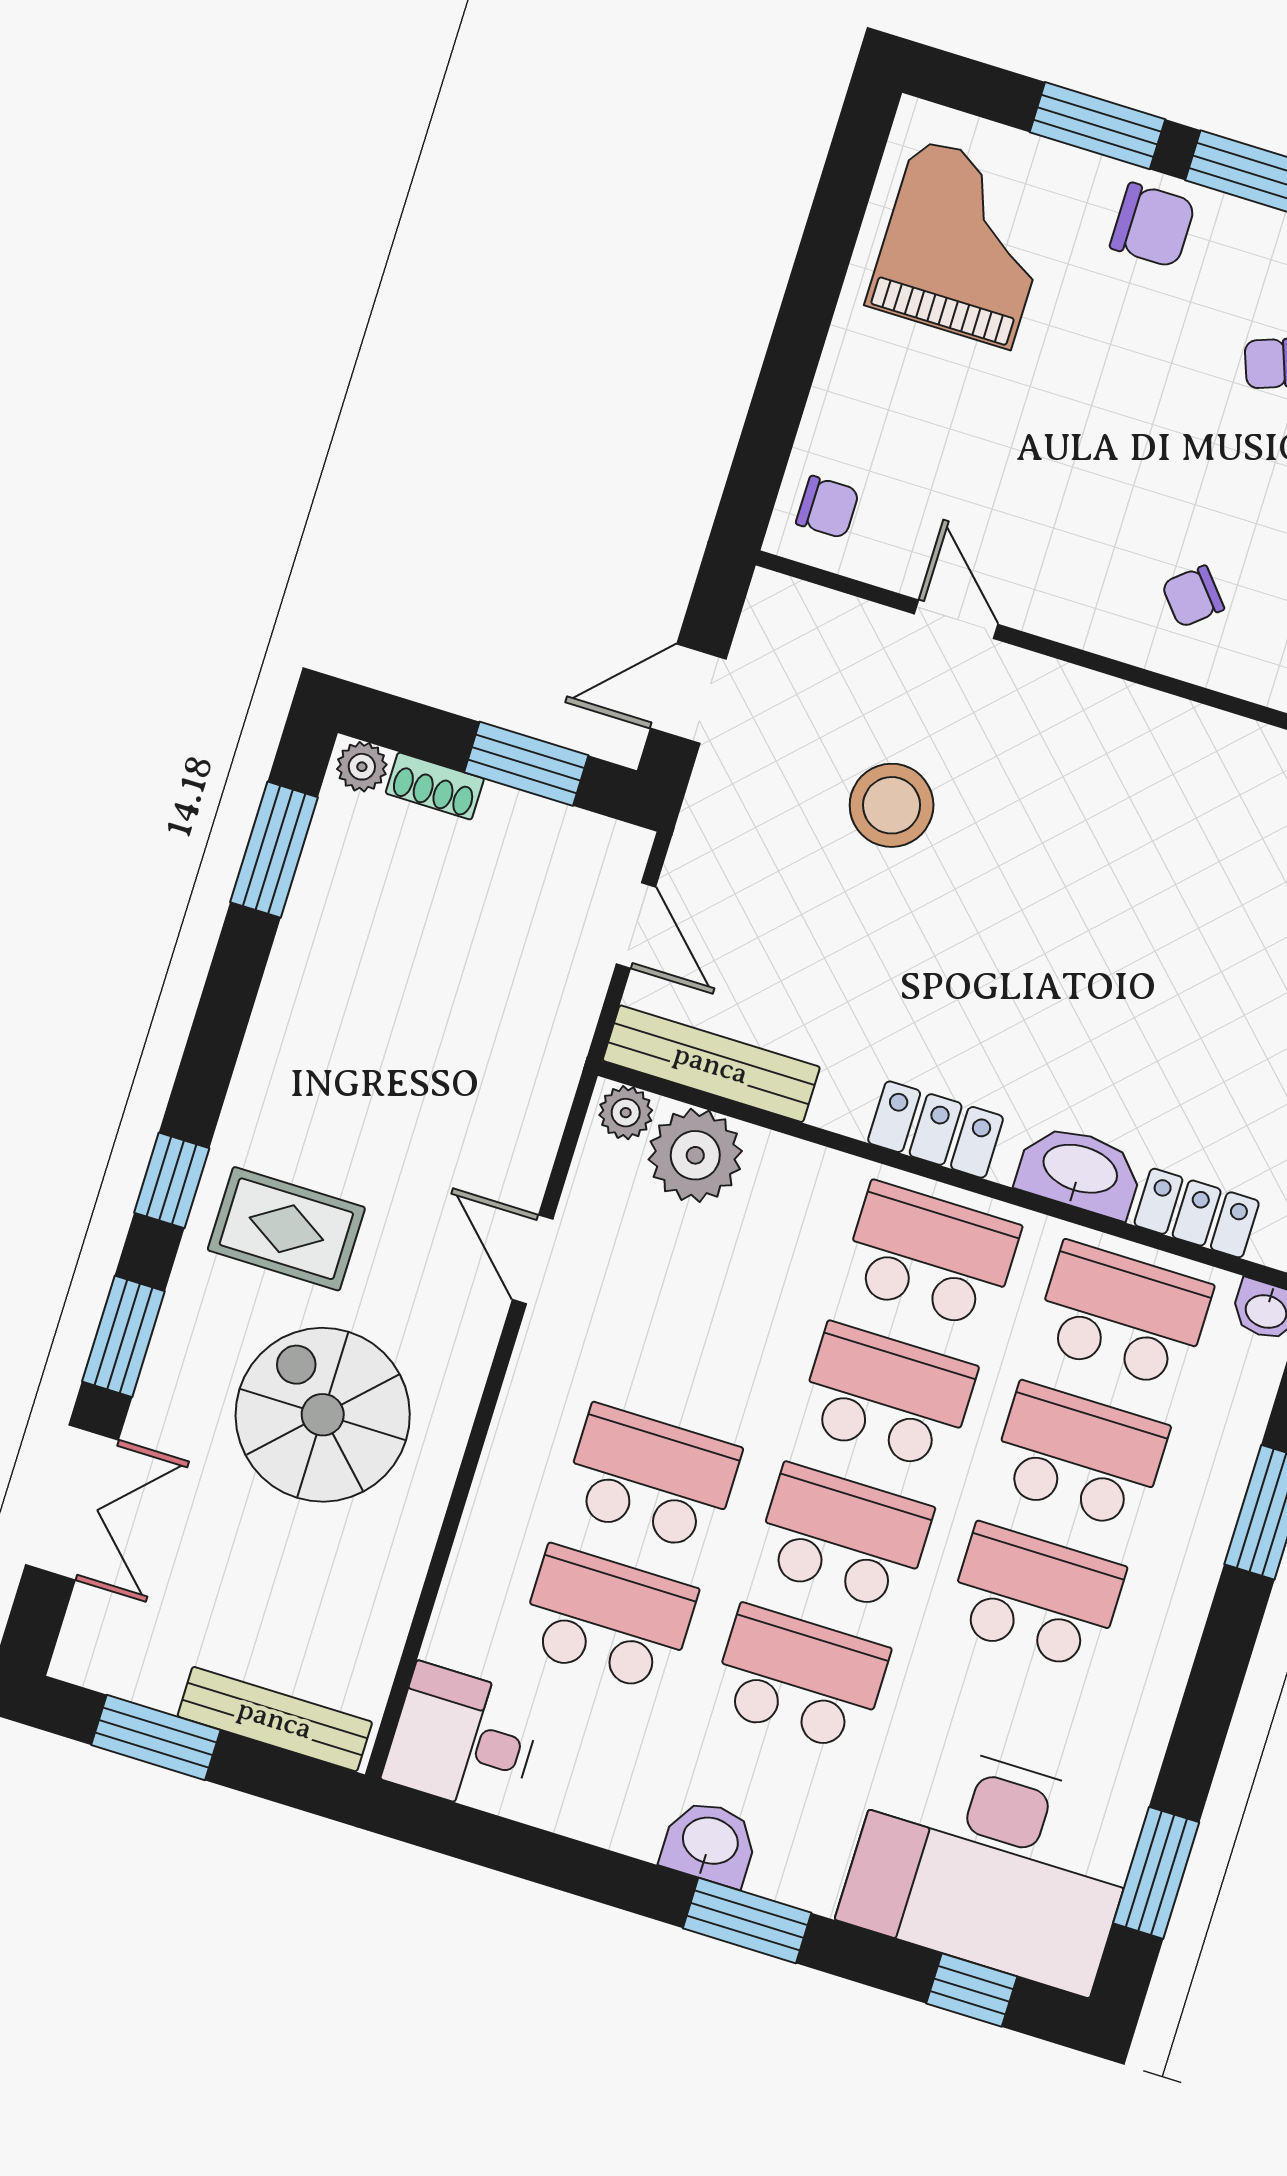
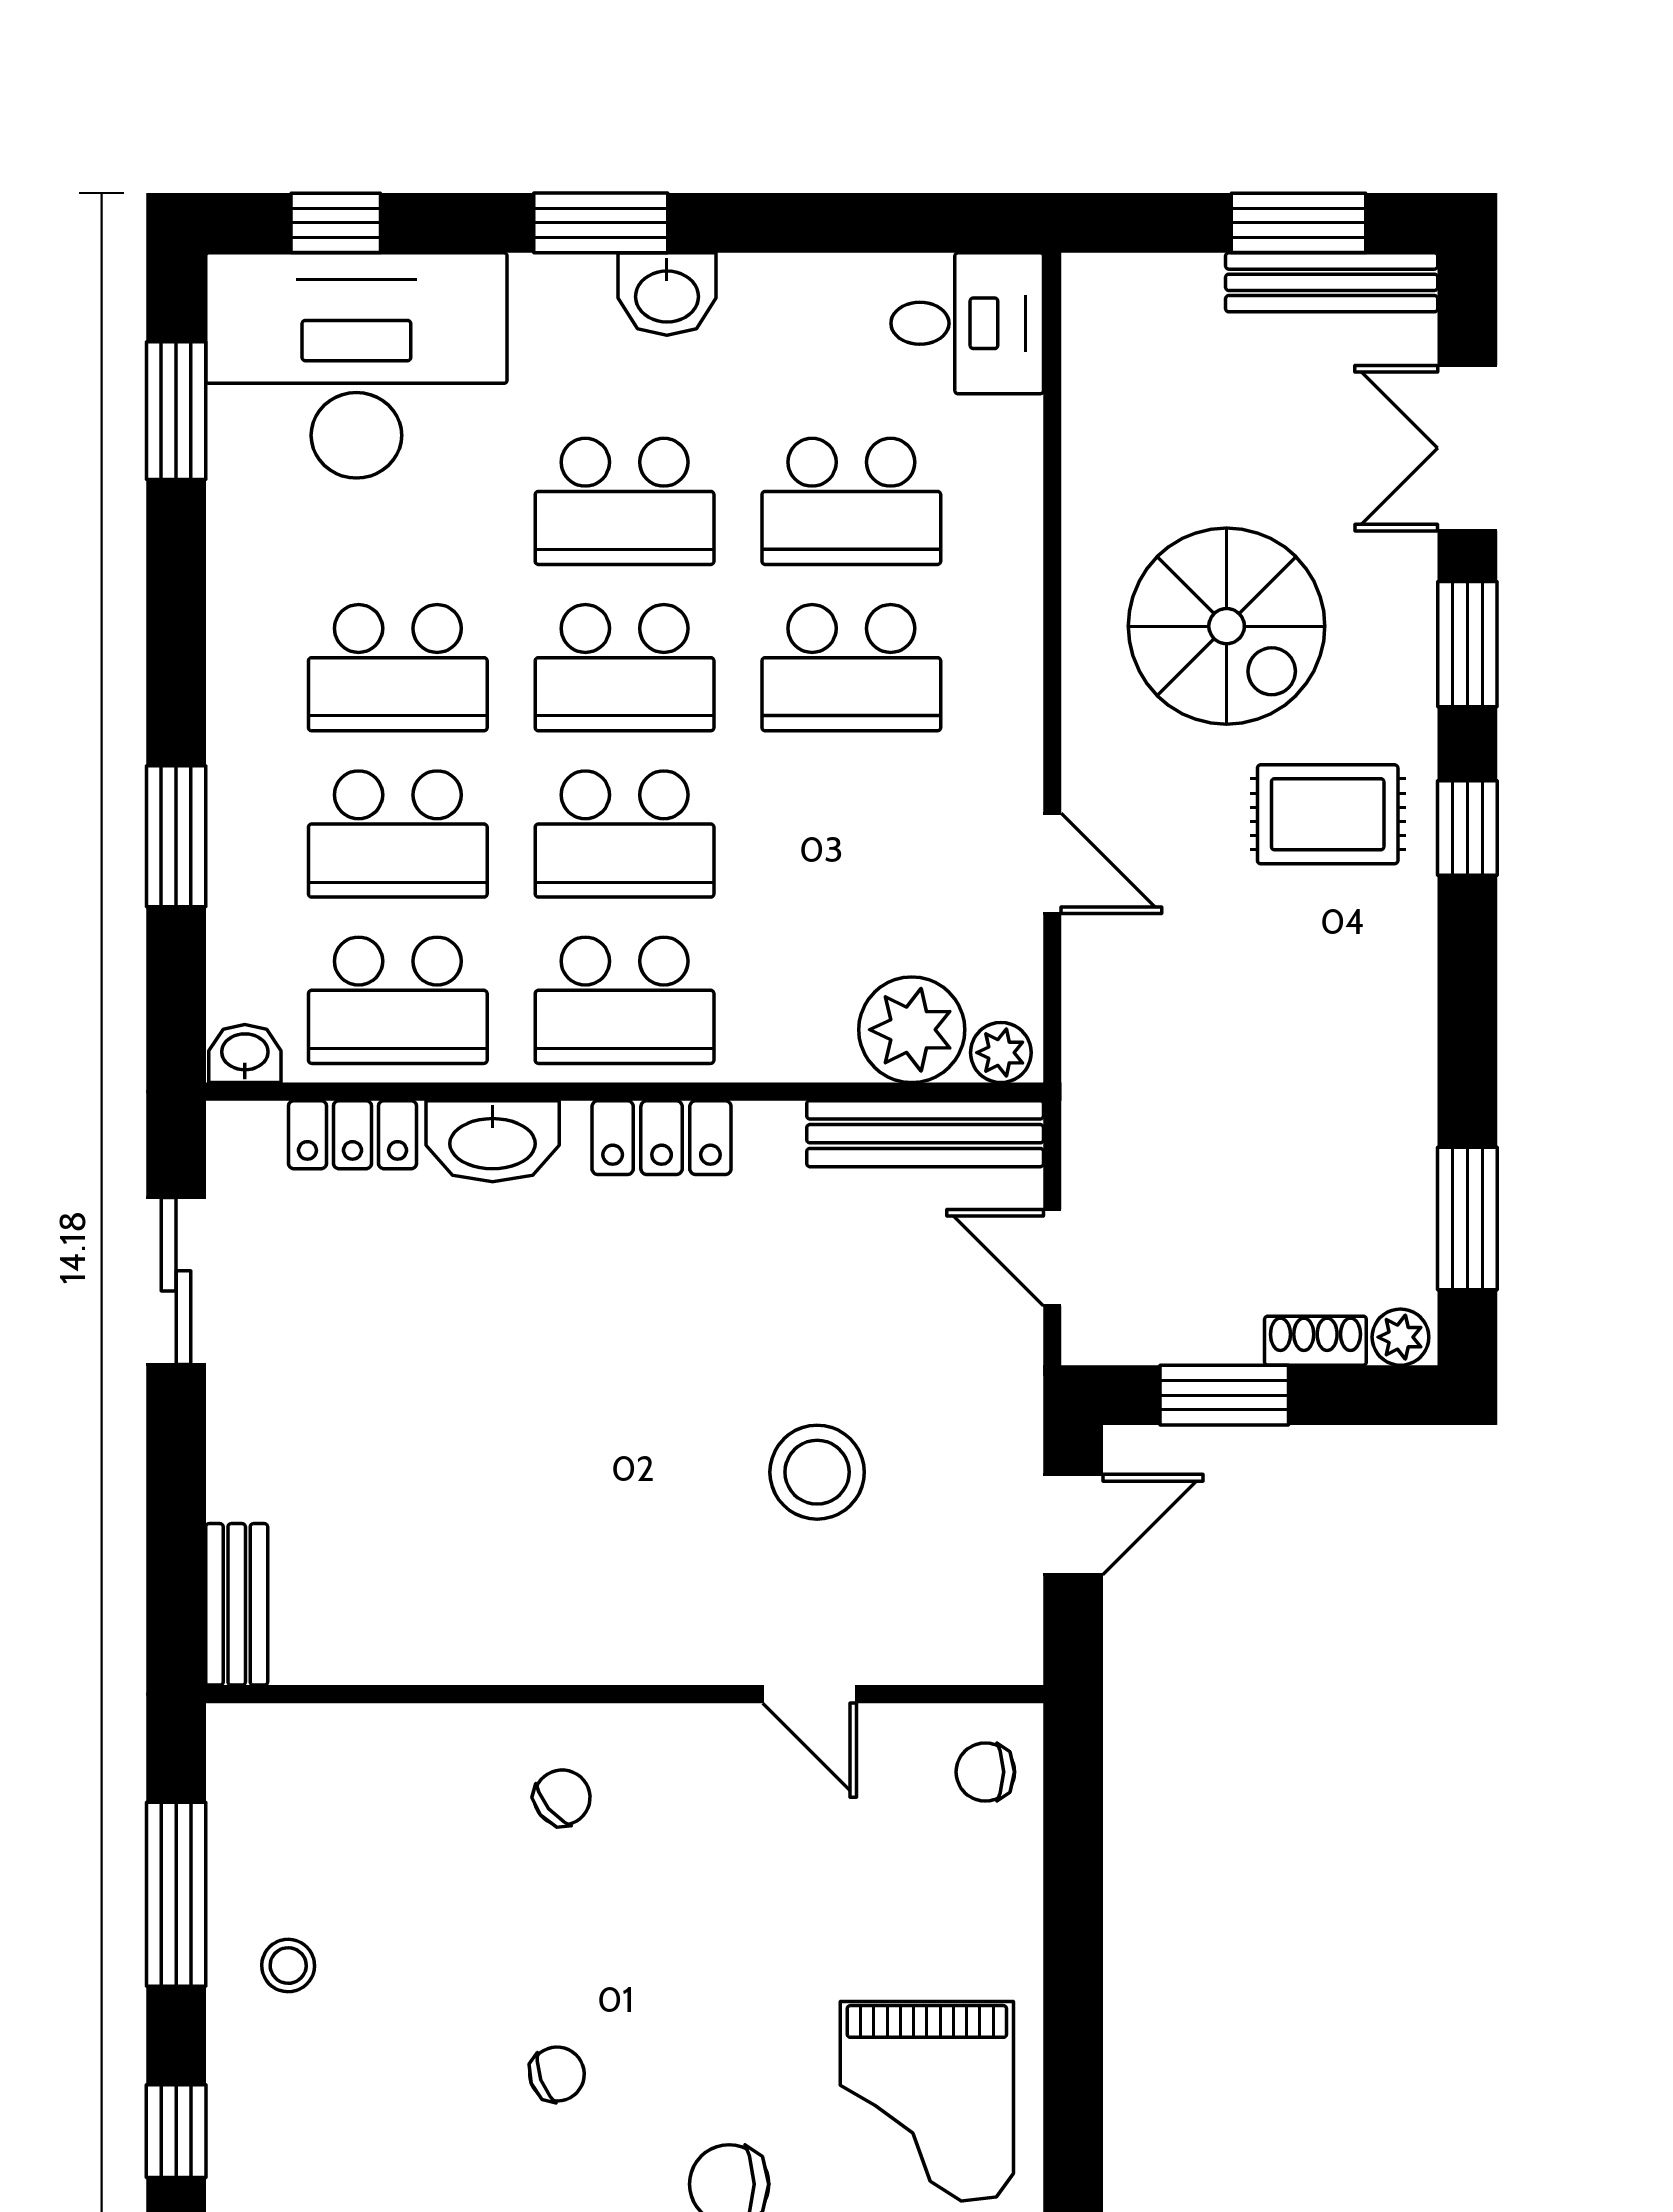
bench: (275, 1719) -> (1332, 282), moved

